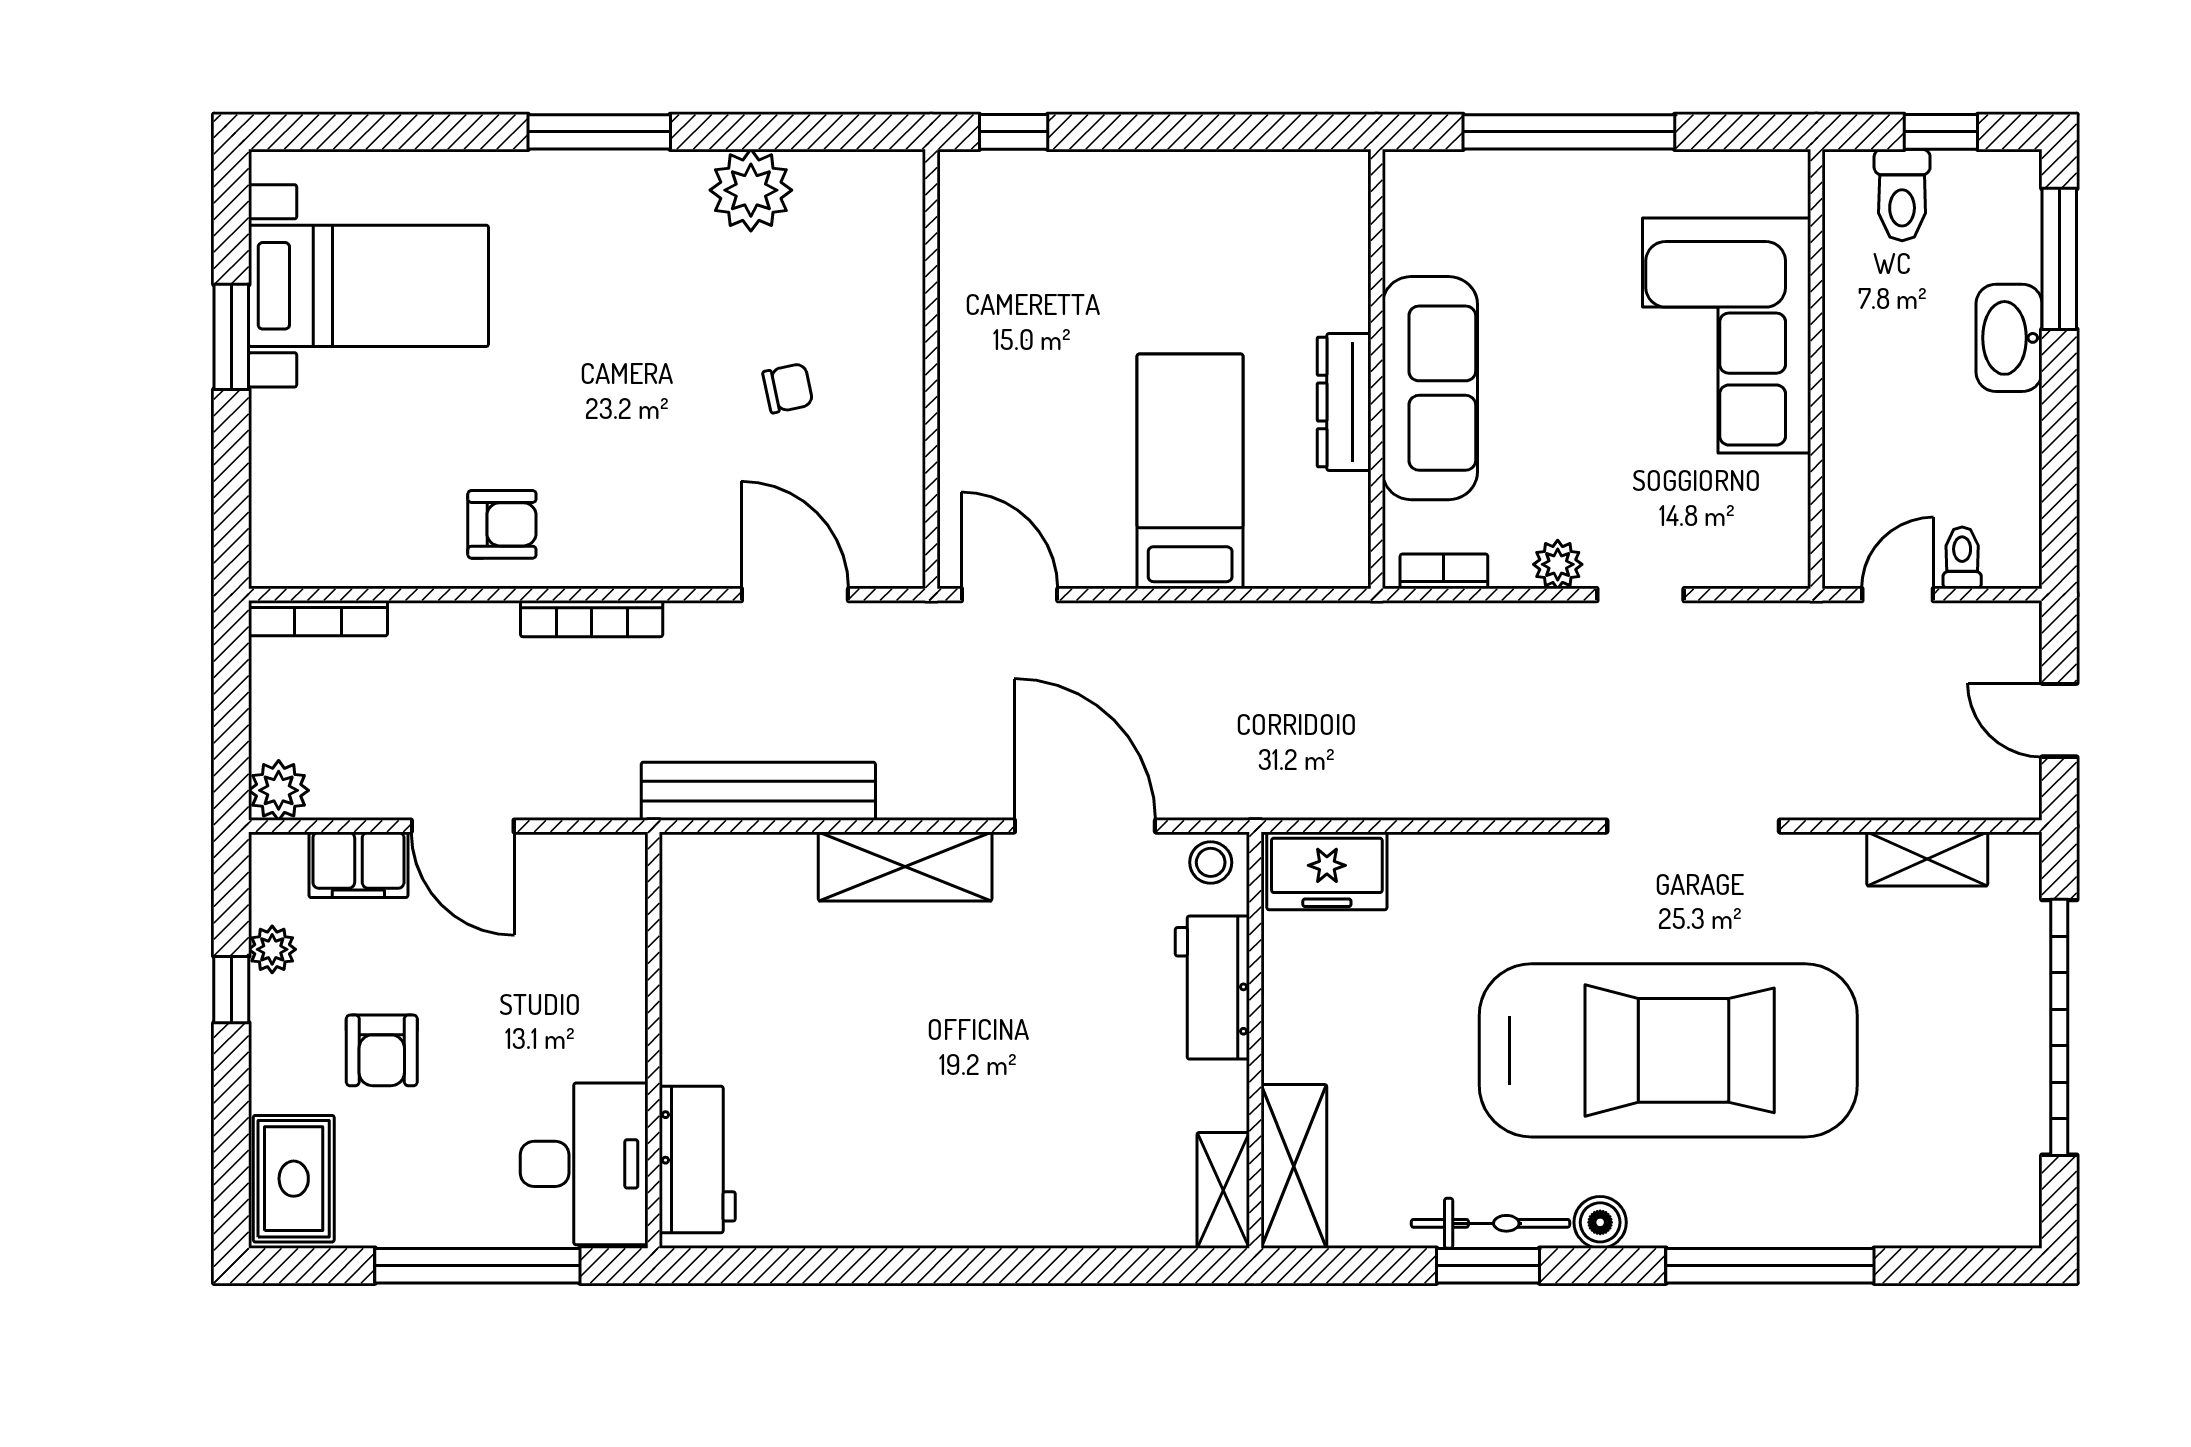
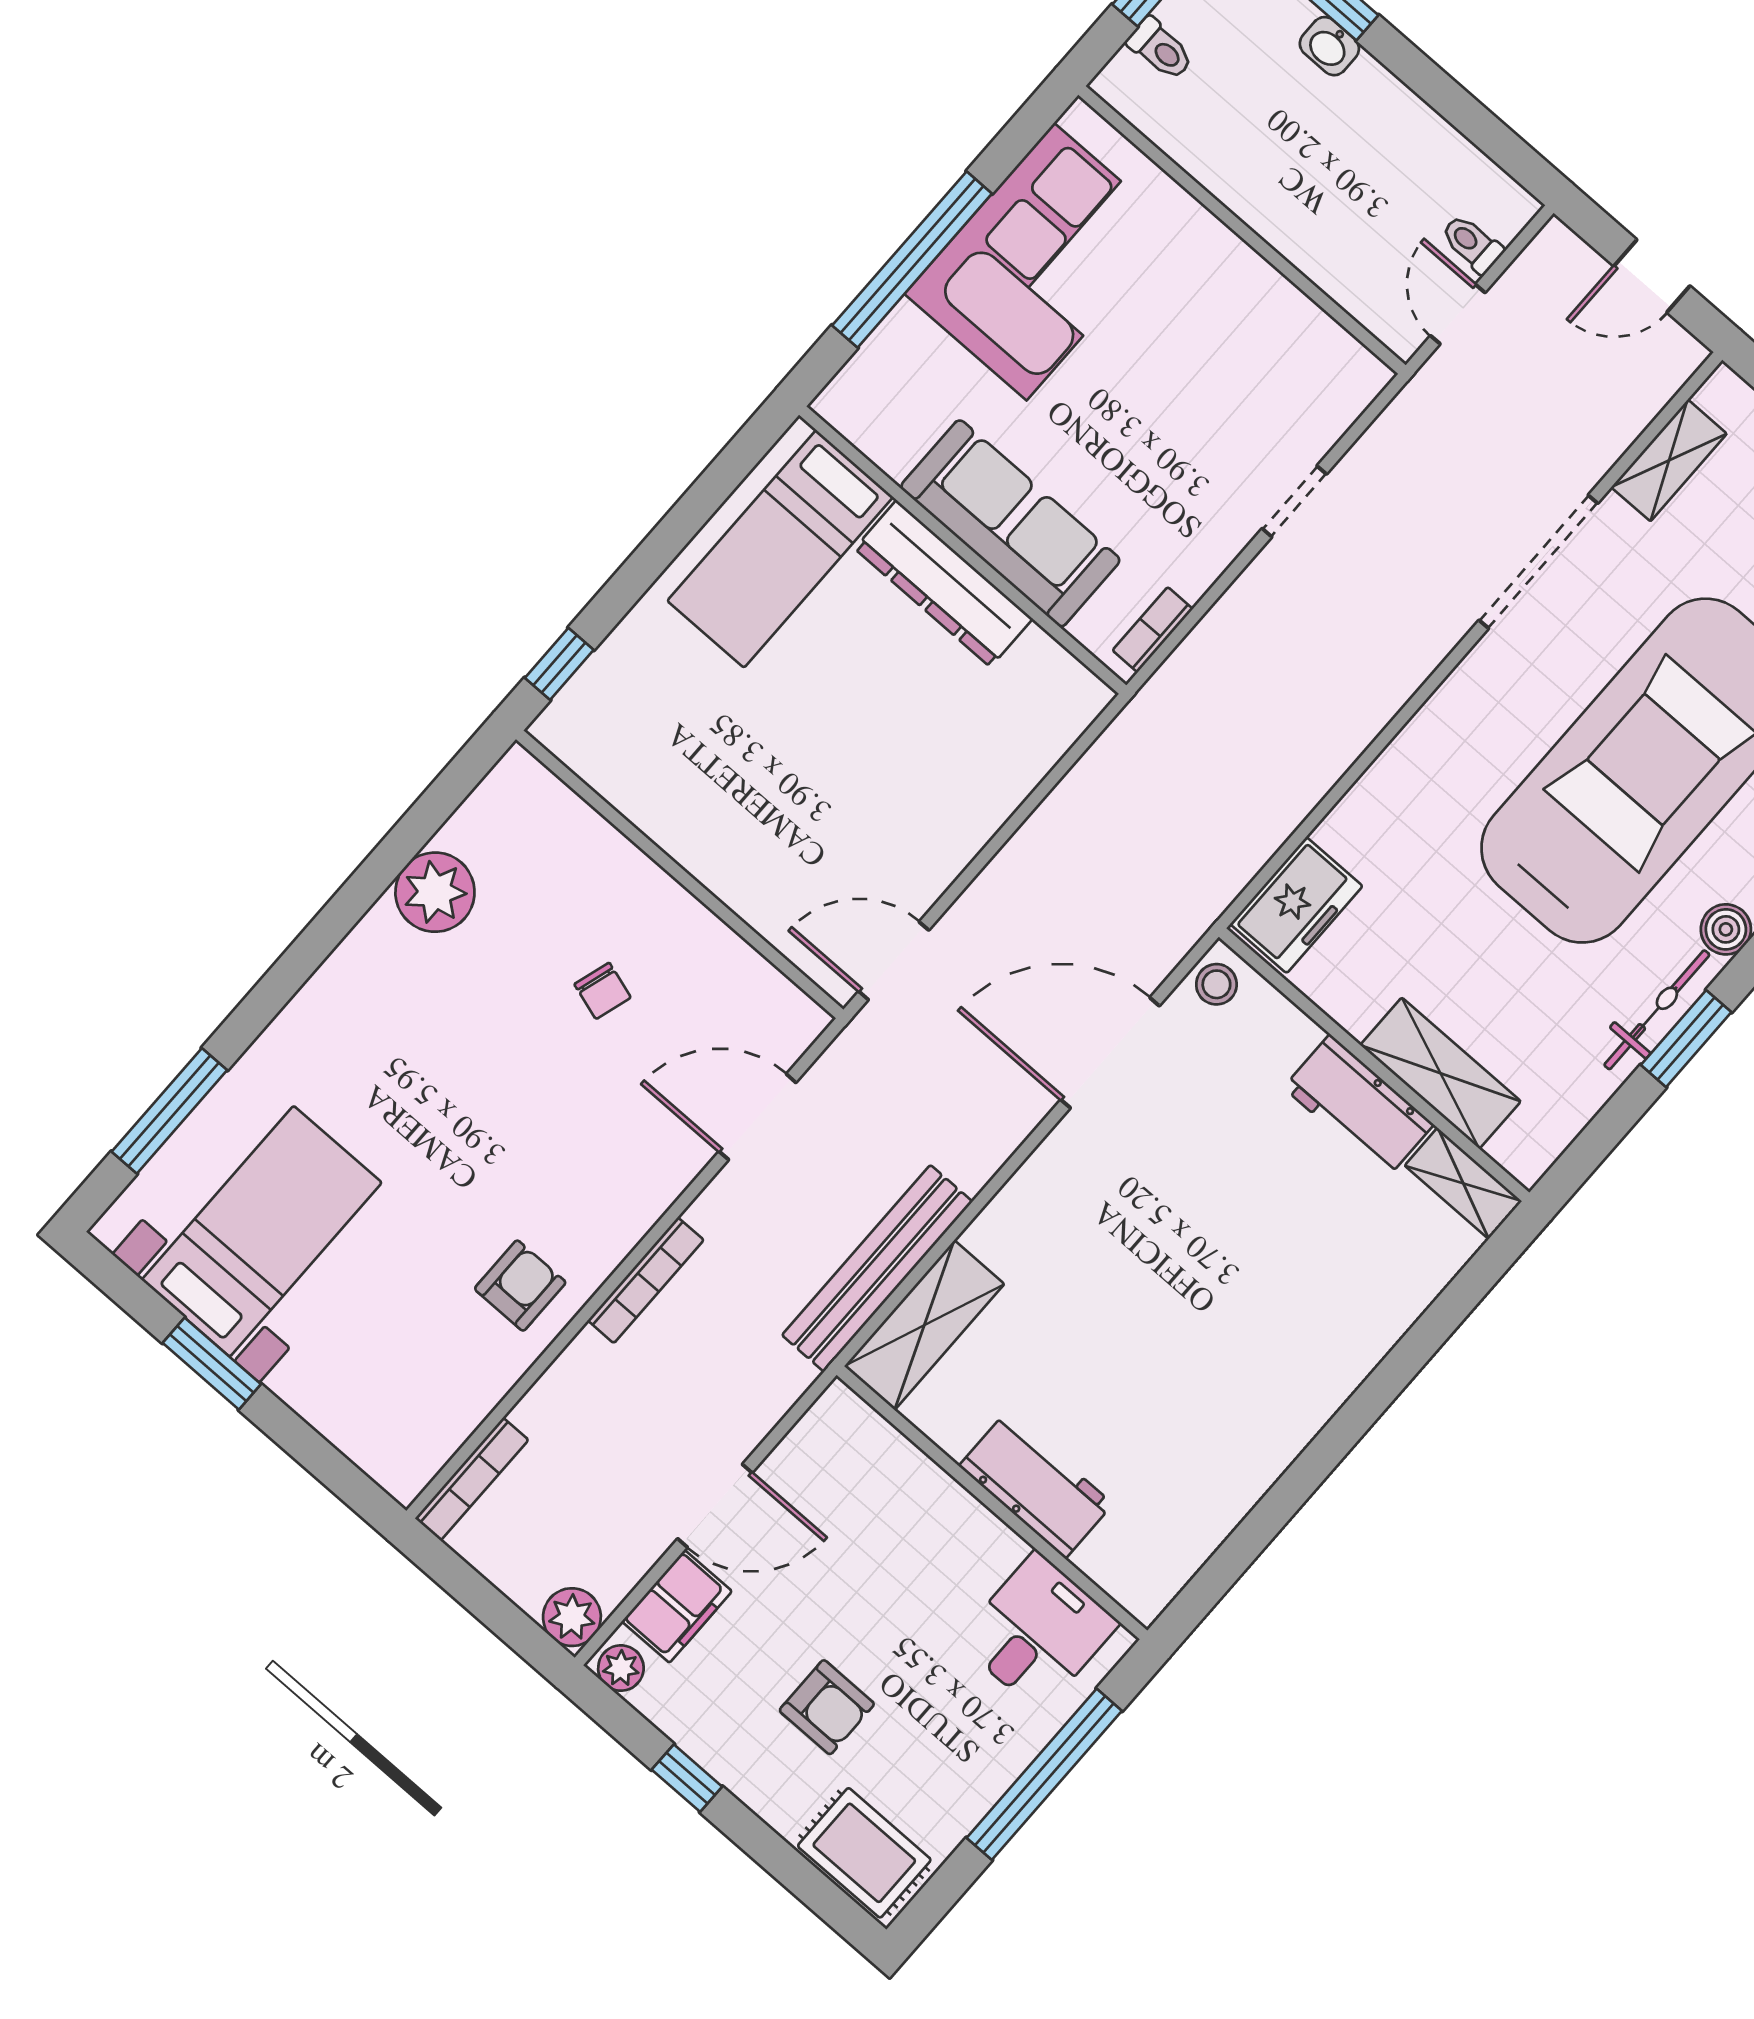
window: (599, 132) -> (169, 1111), moved
toilet: (1902, 195) -> (1160, 49), width x0.73, depth x0.72
corner sofa: (1727, 336) -> (1040, 262), moved, turned -90
washbasin: (2009, 338) -> (1329, 46), width x0.52, depth x0.69
chair: (788, 388) -> (603, 991), turned 119
dresser: (1344, 402) -> (944, 584), width x1.37, depth x1.24
bed: (1190, 471) -> (780, 549), moved, turned -90
plant: (1558, 564) -> (1220, 542), removed
doorway: (1693, 826) -> (1538, 562), moved
shelving: (905, 866) -> (924, 1325), moved
plant: (272, 949) -> (621, 1668), moved
workbench: (1212, 988) -> (1359, 1106), moved
workbench: (697, 1159) -> (1036, 1485), moved
desk: (584, 1164) -> (1038, 1632), width x0.73
shelving: (1294, 1166) -> (1441, 1073), moved

